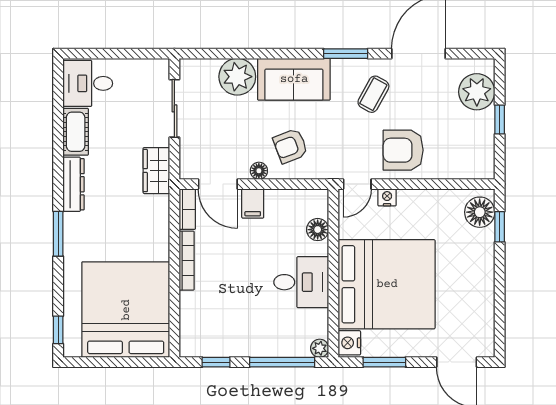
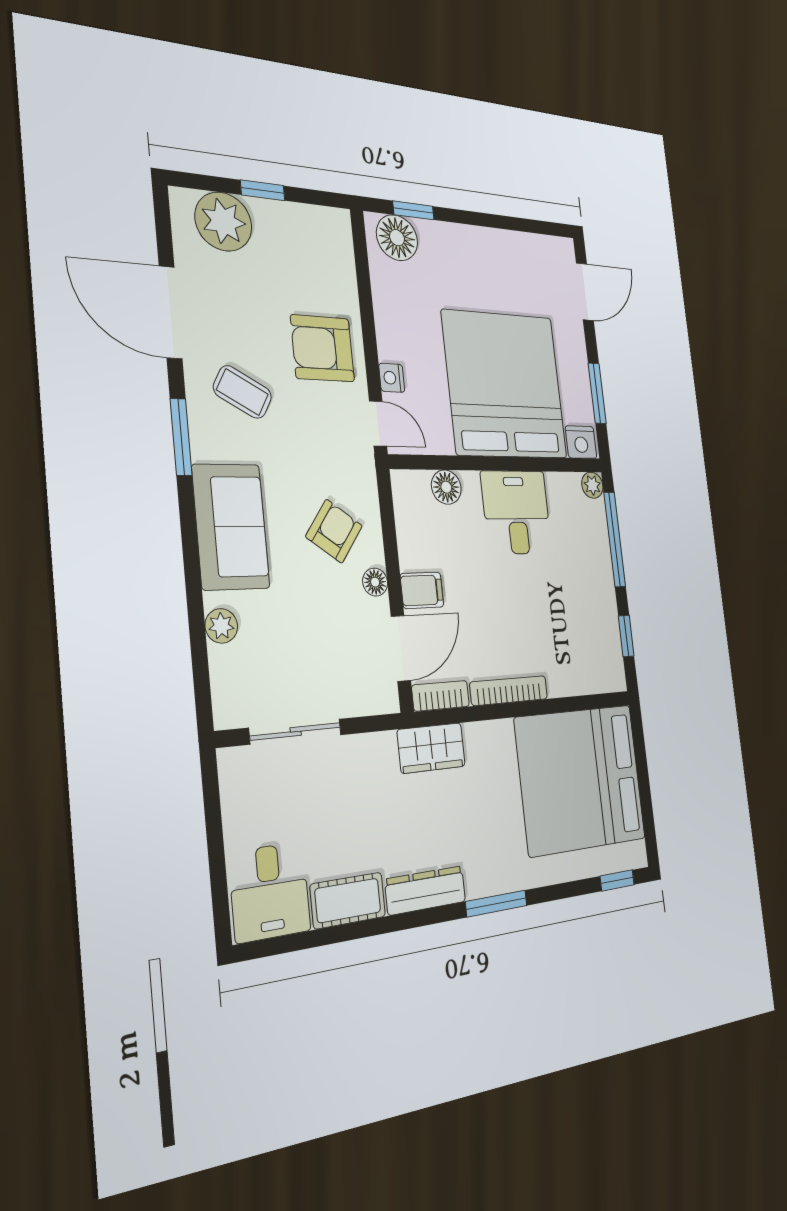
plant: (237, 77) -> (221, 626), width x0.53, depth x0.53
armchair: (290, 146) -> (334, 531), turned -123
armchair: (403, 150) -> (323, 348), turned 90
wardrobe: (156, 171) -> (431, 748), moved

